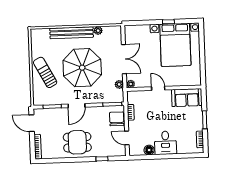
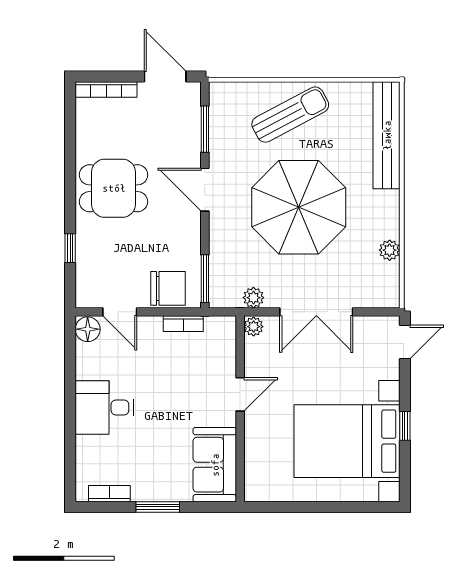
door: (135, 23) -> (405, 342), added
bench: (72, 33) -> (387, 135), moved
door: (32, 123) -> (165, 77), hinge flipped
door: (127, 138) -> (120, 312), swing flipped
dining table: (77, 142) -> (114, 188), turned 90
floor lamp: (149, 150) -> (88, 329), moved

